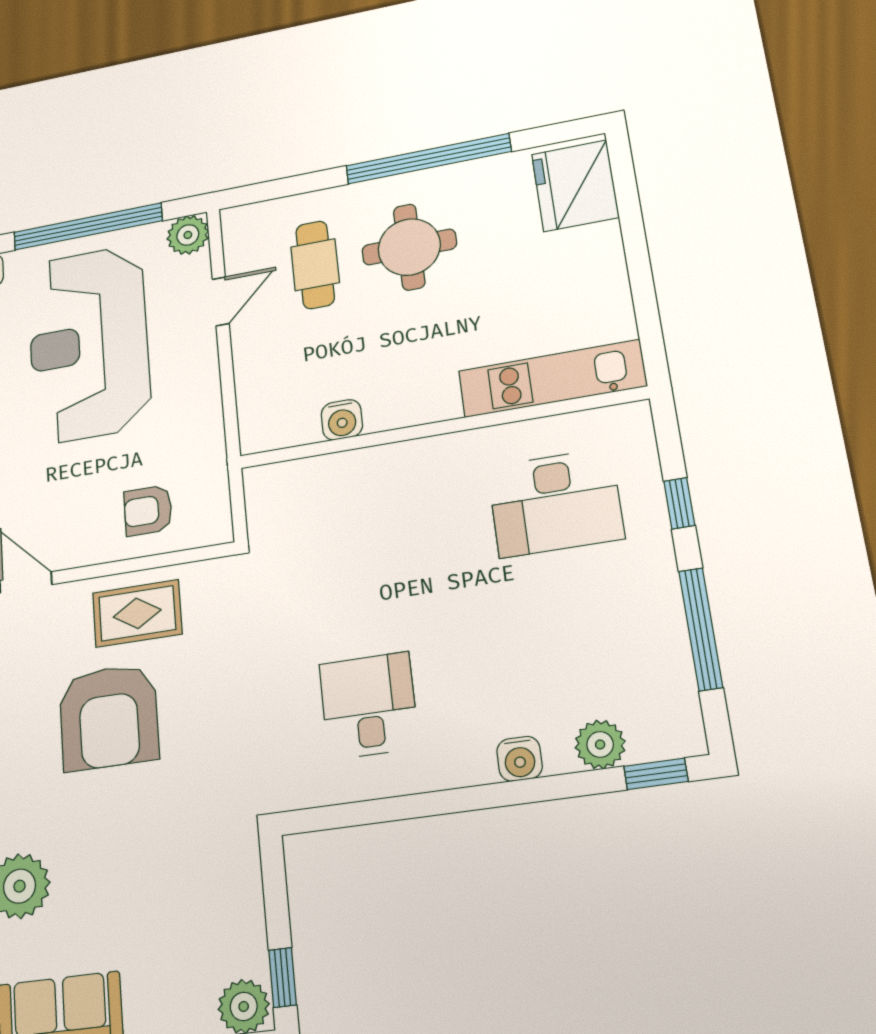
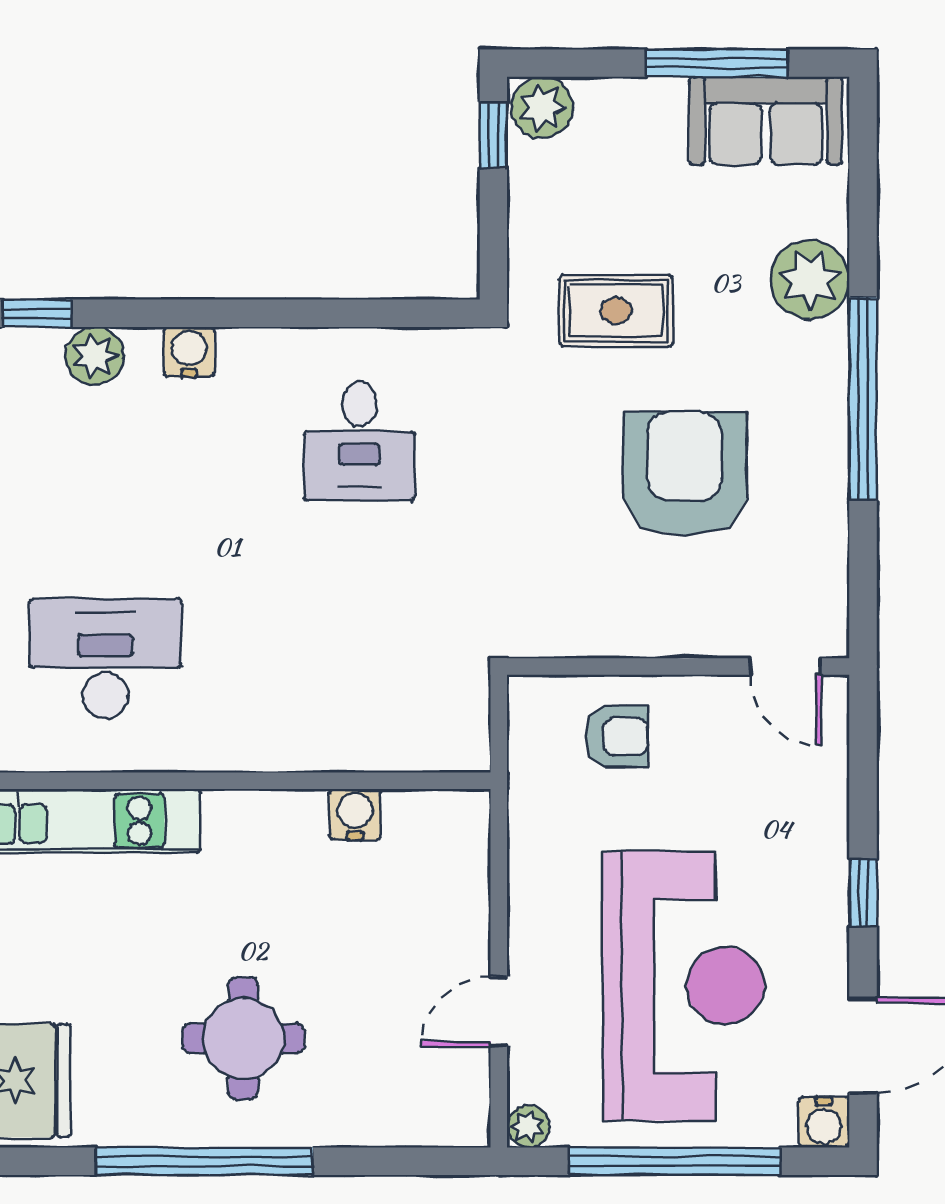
plant: (188, 235) -> (528, 1126), width x0.73, depth x0.73
cafe table: (315, 265) -> (369, 1039), removed
rug: (137, 613) -> (616, 311), moved

